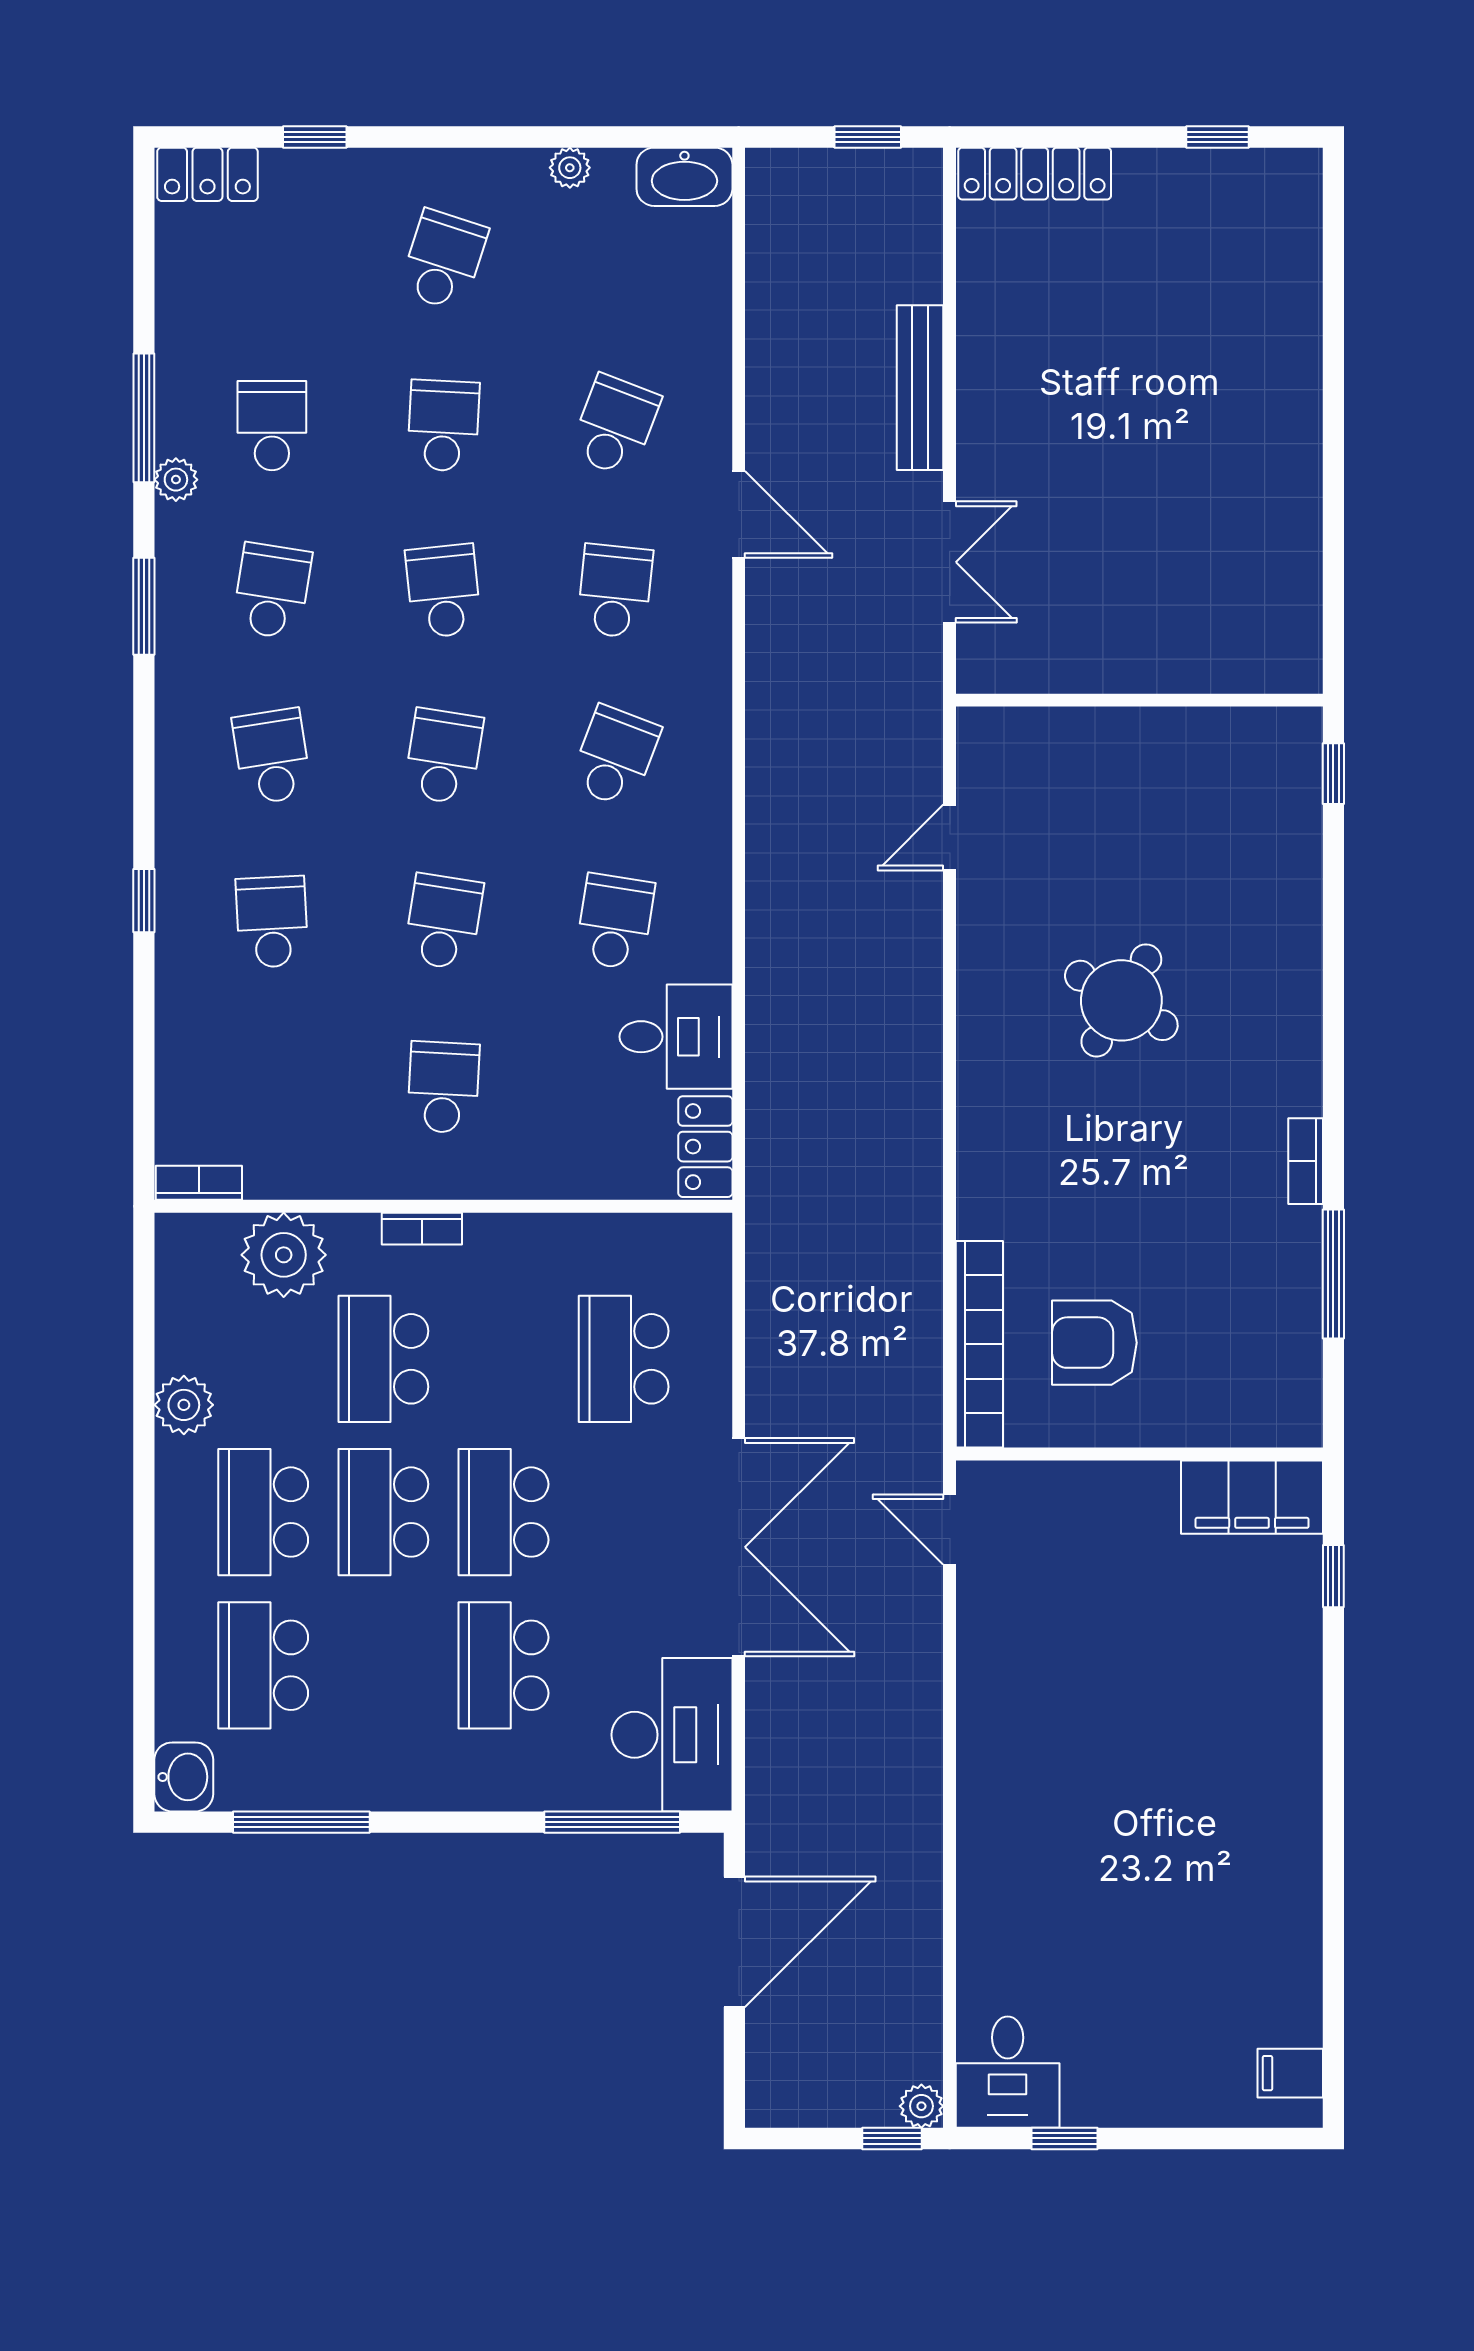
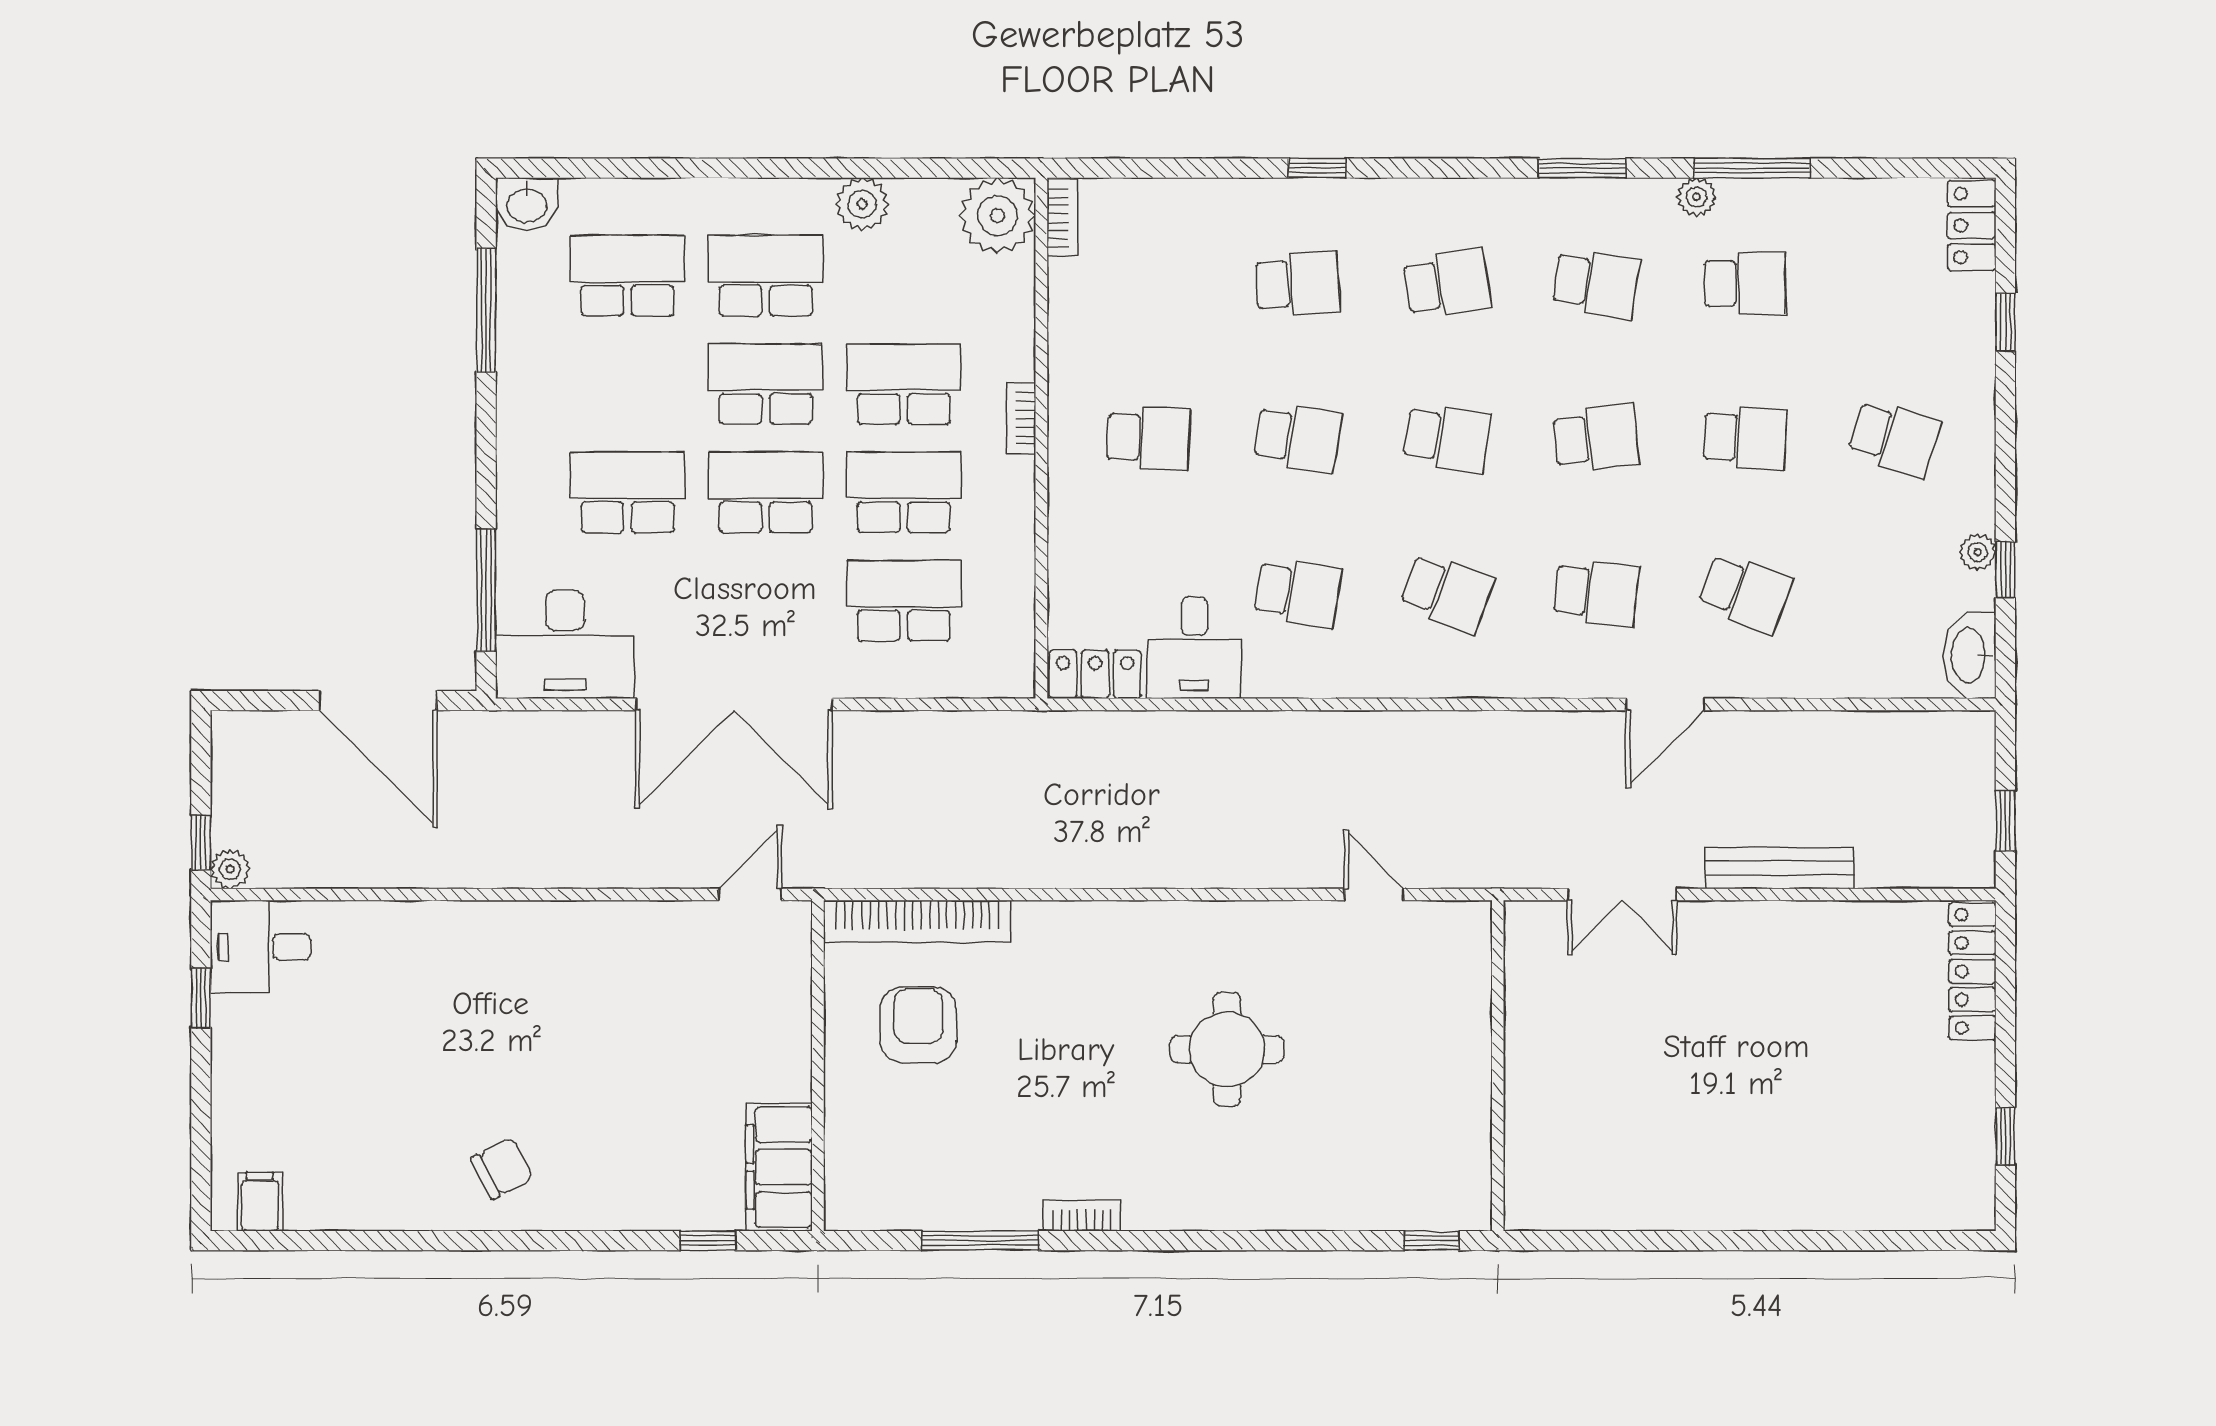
window: (589, 137) -> (2005, 570), added
round table: (1121, 1000) -> (1227, 1049), turned -31
plant: (284, 1255) -> (998, 216), moved
school desk: (503, 1359) -> (904, 492), added
chair: (1253, 1804) -> (502, 1168), added

